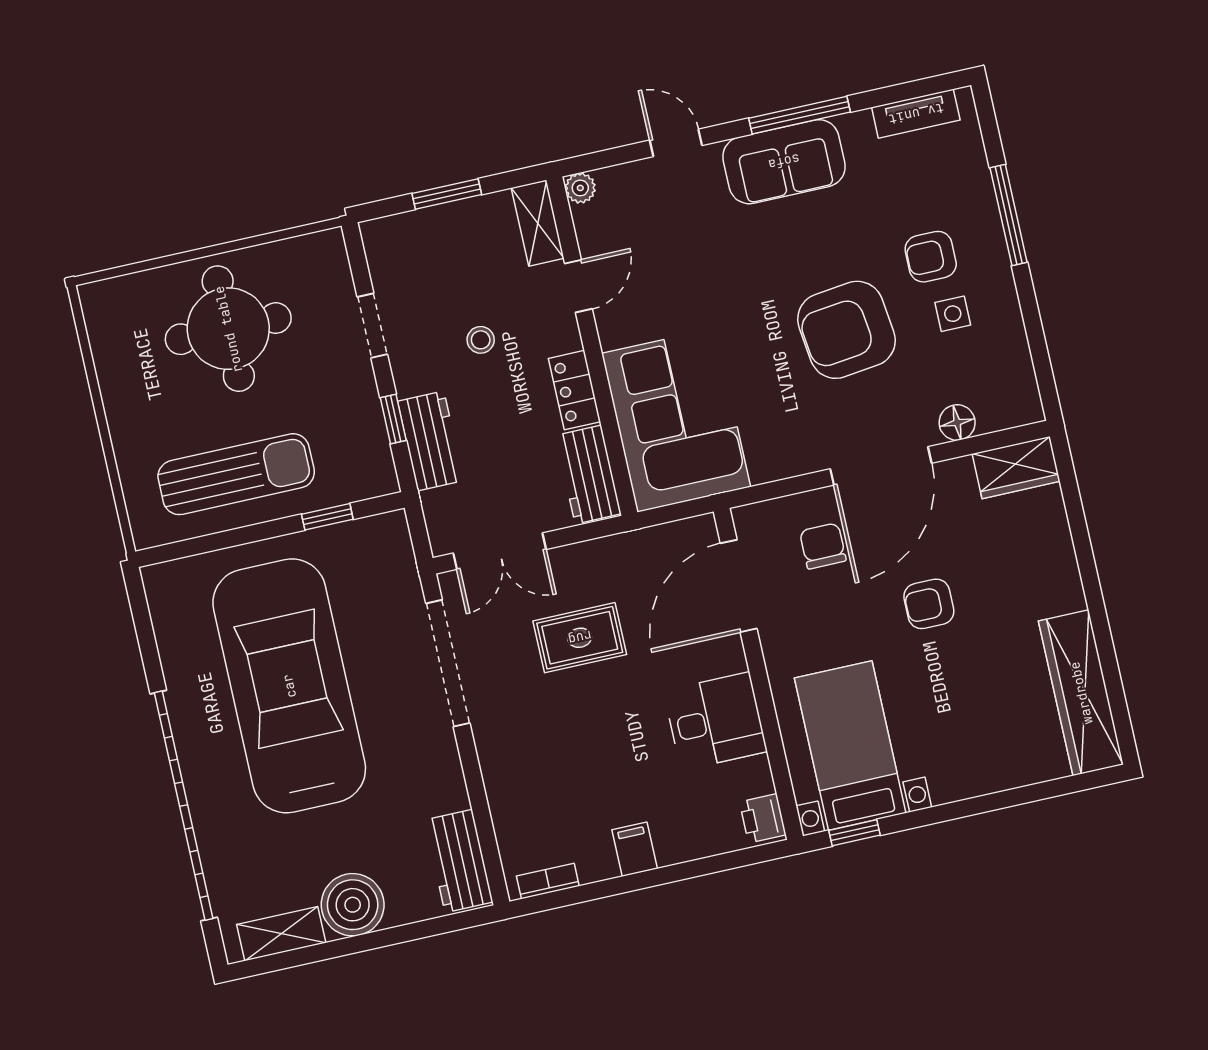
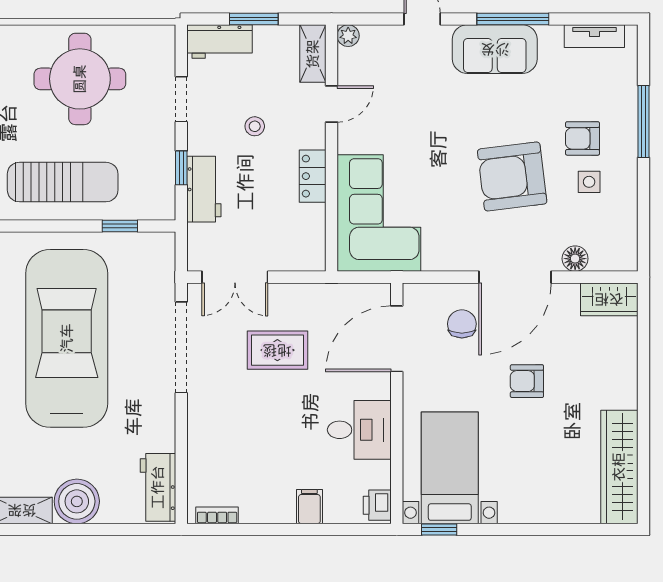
workbench: (588, 475) -> (220, 42), moved, turned -90
filing cabinet: (635, 849) -> (309, 507), moved

